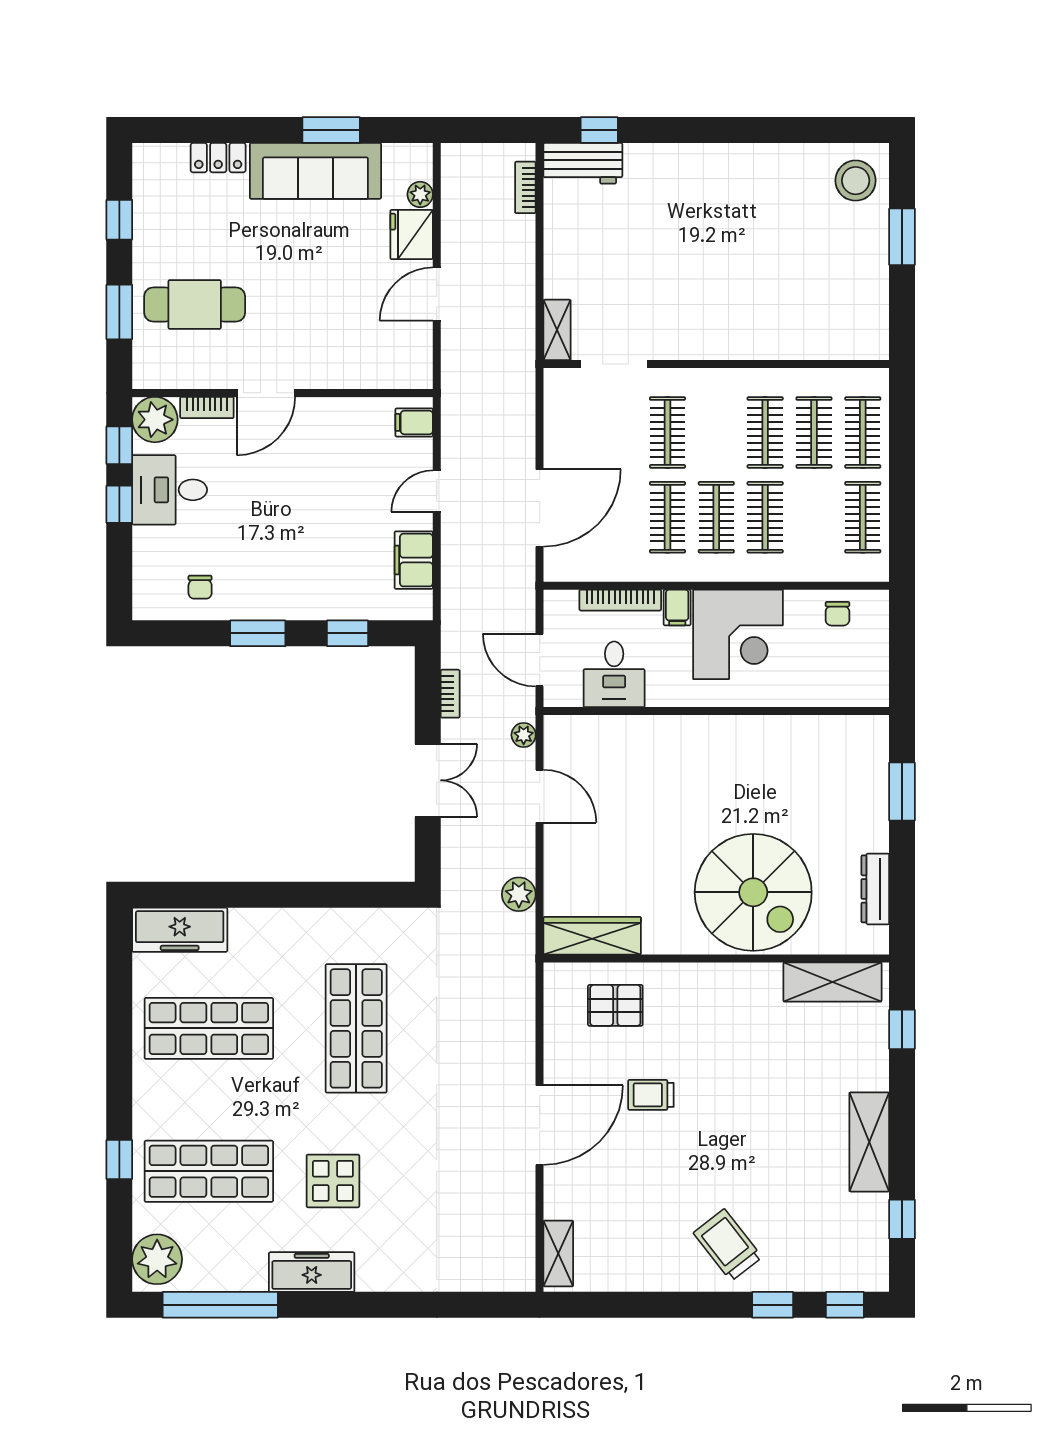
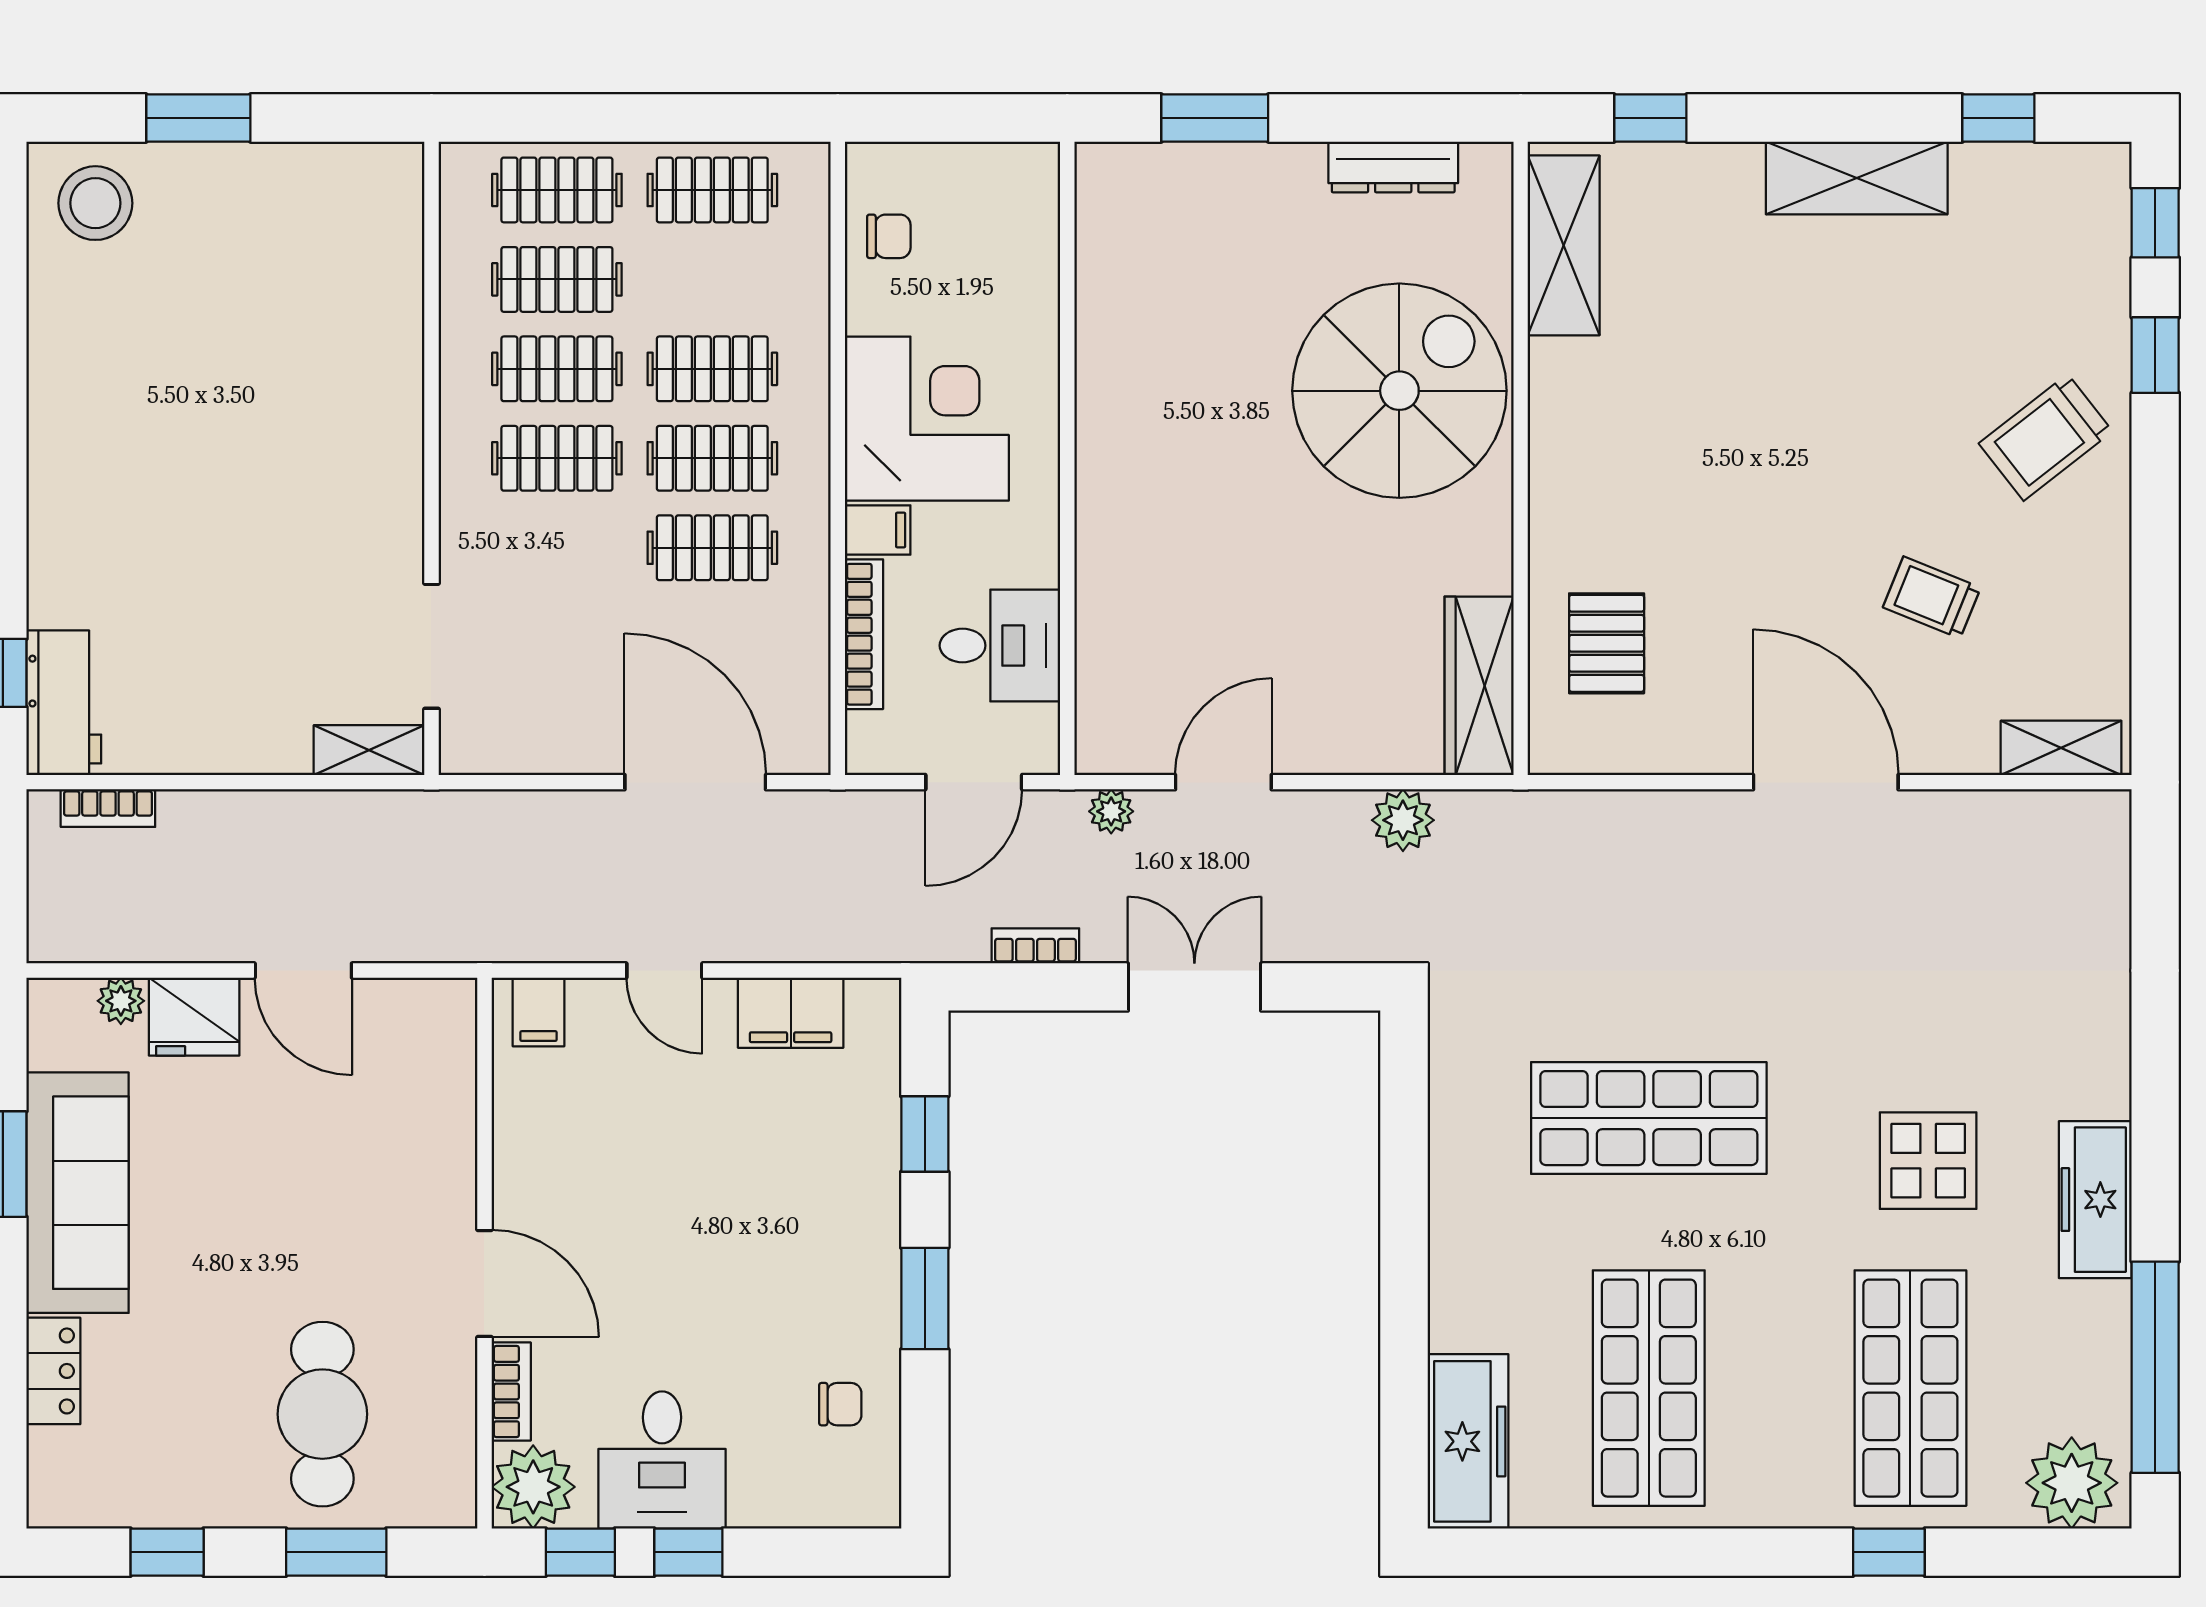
clothes rail: (667, 432) -> (557, 458), moved
trolley: (651, 1095) -> (1932, 597), moved, turned 112

